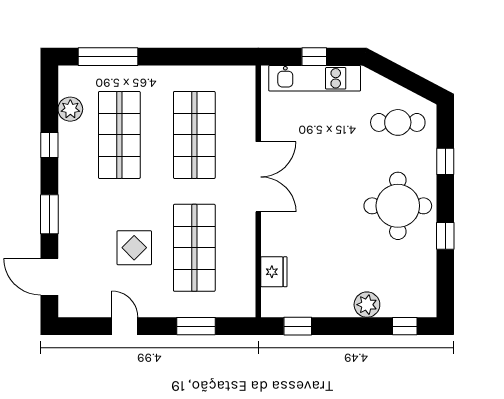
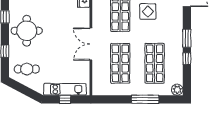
window: (108, 57) -> (145, 99), moved
plant: (70, 109) -> (177, 90), moved
window: (49, 214) -> (187, 38), moved

